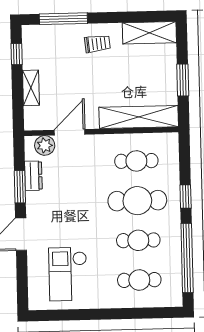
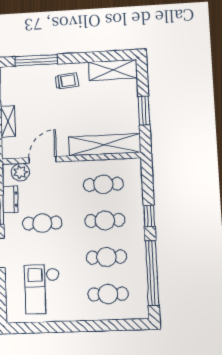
cafe table: (137, 201) -> (105, 220), width x0.73, depth x0.74
cafe table: (69, 202) -> (42, 223), added

